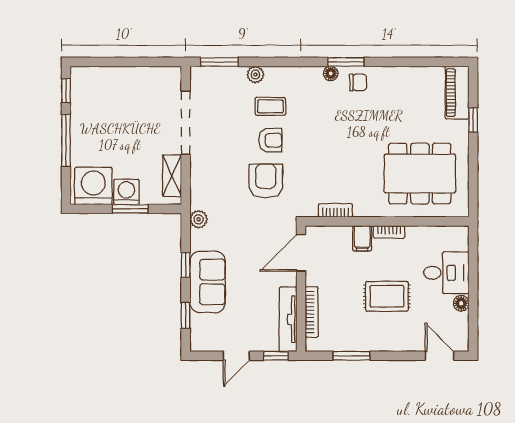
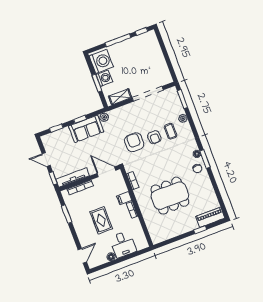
dining table: (420, 174) -> (170, 196), moved, turned 90
armchair: (266, 181) -> (134, 142), turned -90
sofa: (208, 282) -> (86, 129), moved

